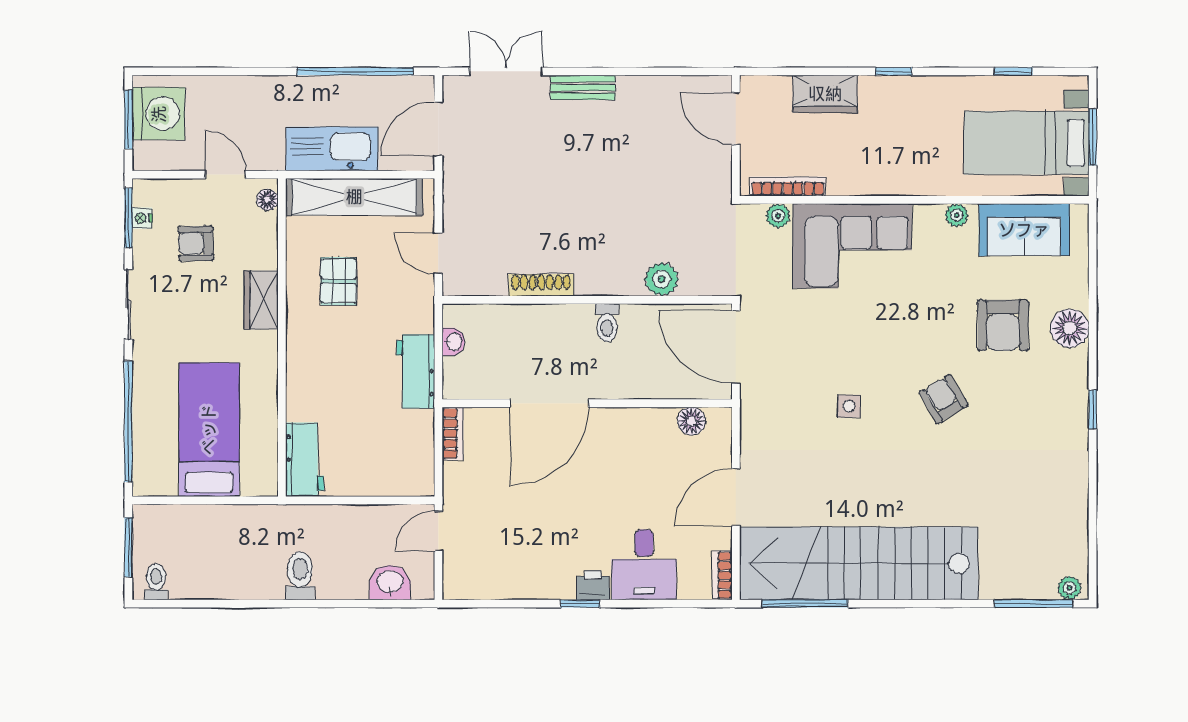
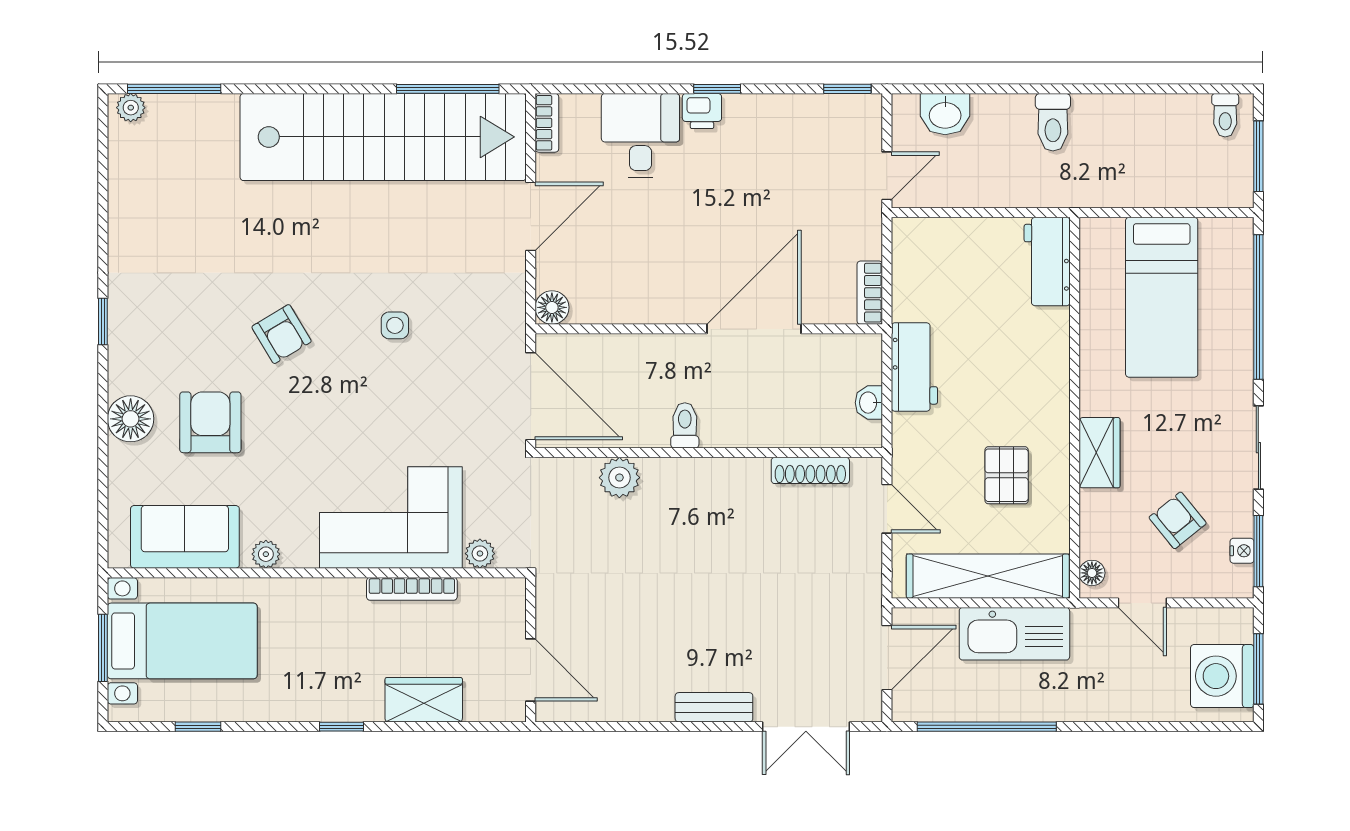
bookcase: (788, 186) -> (412, 589), moved
armchair: (196, 243) -> (1178, 520), turned -127
shoe rack: (541, 285) -> (810, 470), moved
floor lamp: (691, 421) -> (552, 307), moved
window: (471, 604) -> (847, 89), added

